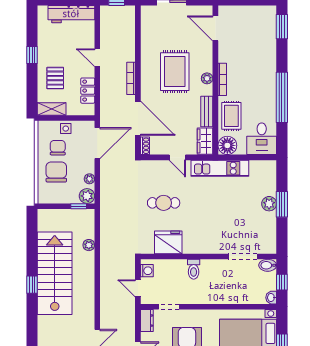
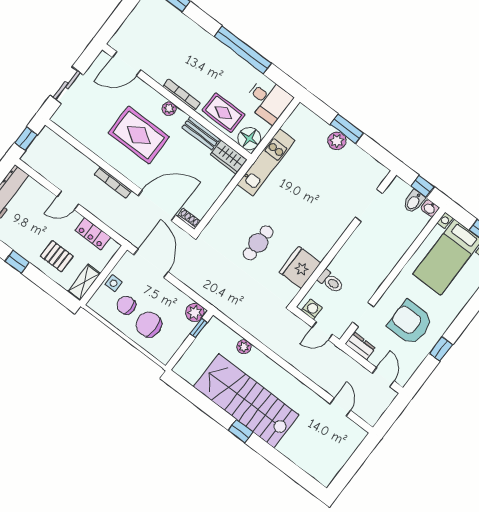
door: (177, 157) -> (224, 196), removed
plant: (89, 179) -> (180, 297), removed
bidet: (268, 265) -> (414, 201), moved
toilet: (194, 269) -> (331, 281), moved

